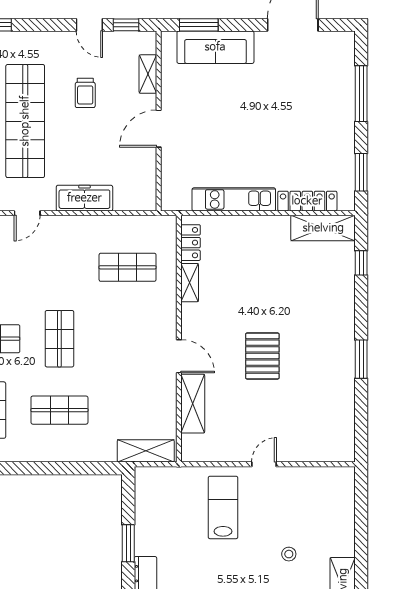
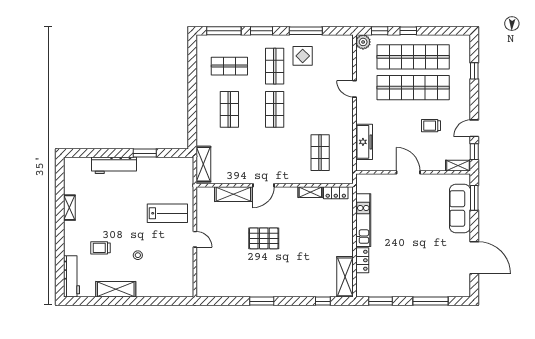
shelving: (148, 74) -> (458, 166), moved
freezer: (84, 198) -> (364, 142), moved
locker: (307, 201) -> (362, 260), width x0.66
shop shelf: (59, 339) -> (275, 109), turned 90

